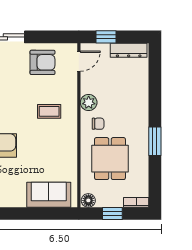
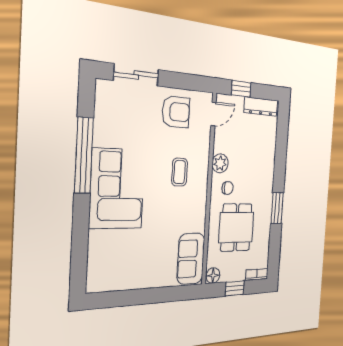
coffee table: (49, 111) -> (180, 172), turned 90
sofa: (49, 195) -> (191, 259), moved, turned -90

